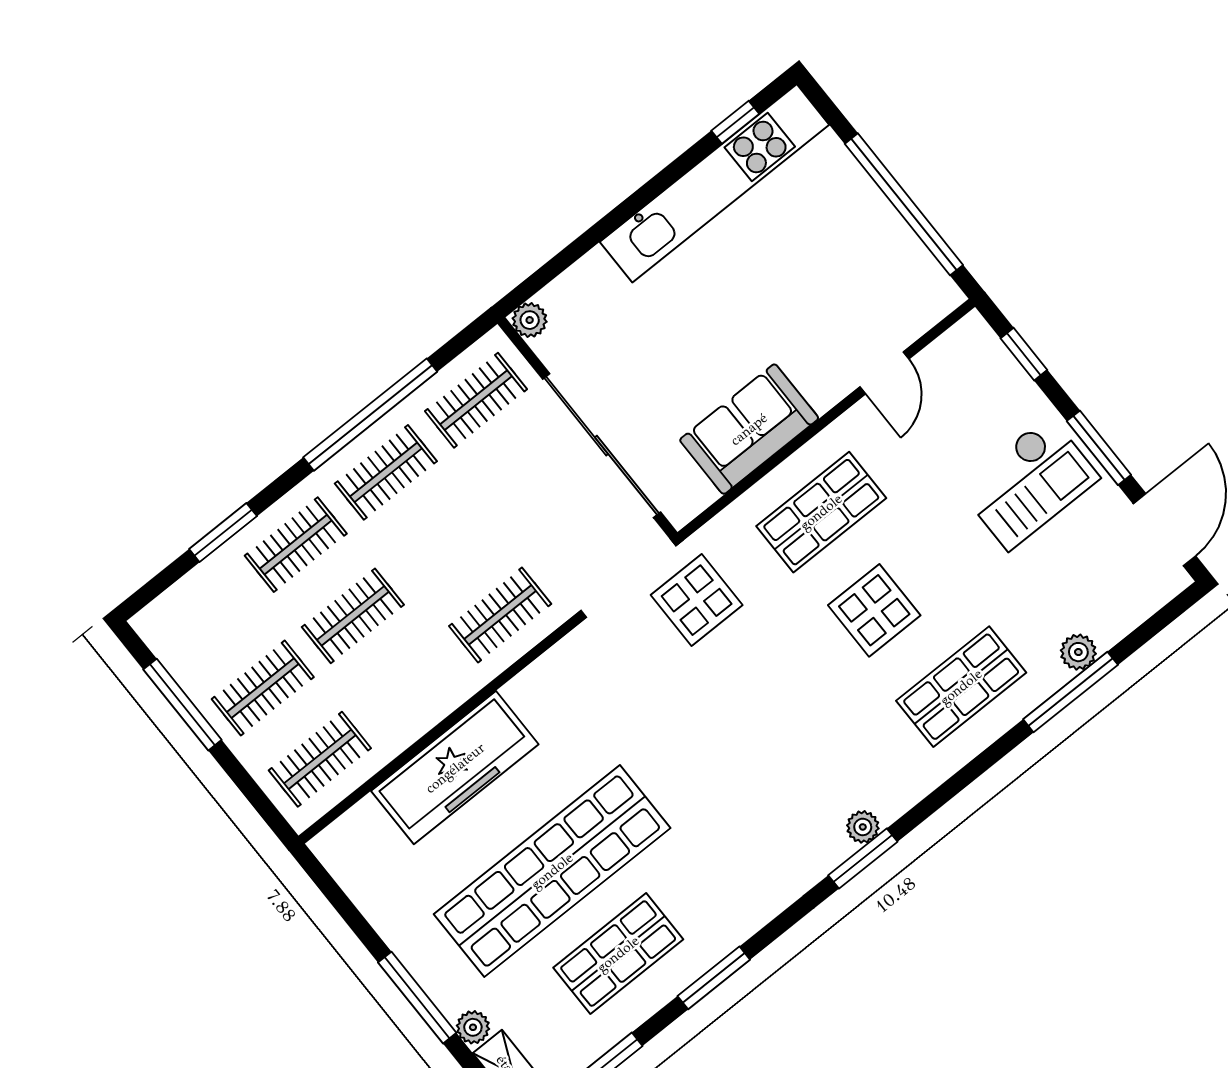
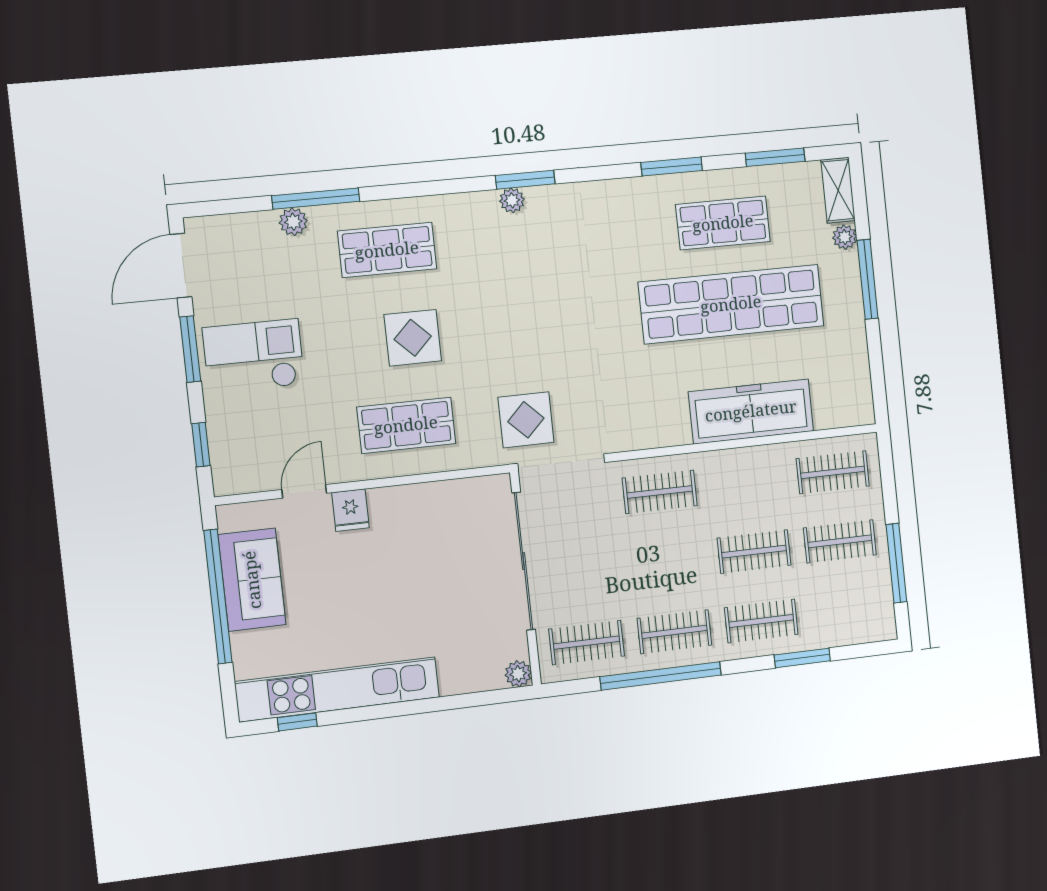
fridge: (823, 384) -> (350, 510), added
sofa: (749, 429) -> (252, 580), moved, turned -90

